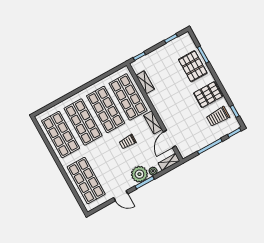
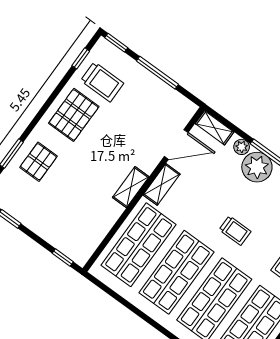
pallet: (193, 66) -> (39, 162), width x0.67, depth x0.71
shelving: (145, 82) -> (131, 187), moved
pallet: (208, 95) -> (74, 115), turned 90
trolley: (128, 142) -> (235, 231), moved

